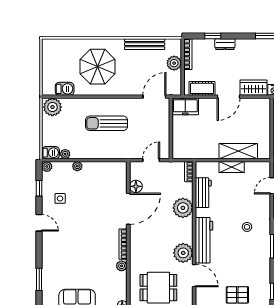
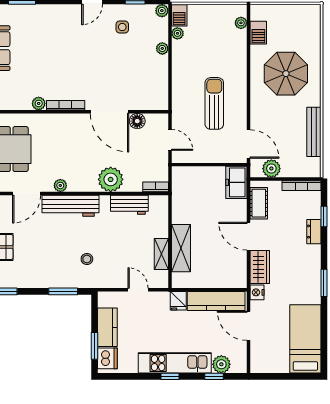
plant: (174, 63) -> (271, 169), moved
plant: (52, 107) -> (241, 23), width x0.53, depth x0.53
sun lounger: (106, 123) -> (214, 103), moved
shelving: (232, 167) -> (161, 254), moved
plant: (183, 253) -> (60, 185), width x0.53, depth x0.53

